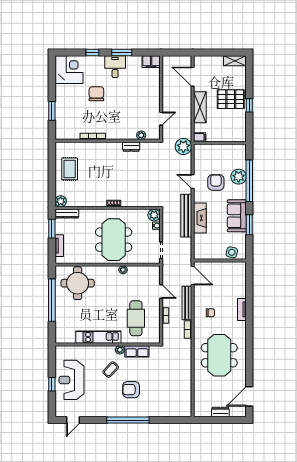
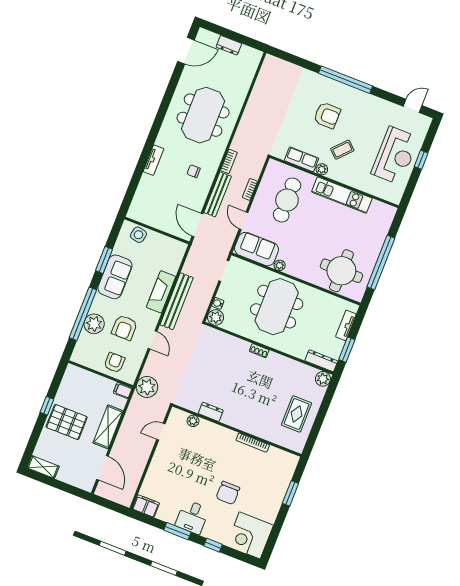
armchair: (213, 155) -> (114, 363), added
sofa: (144, 275) -> (256, 249), added

